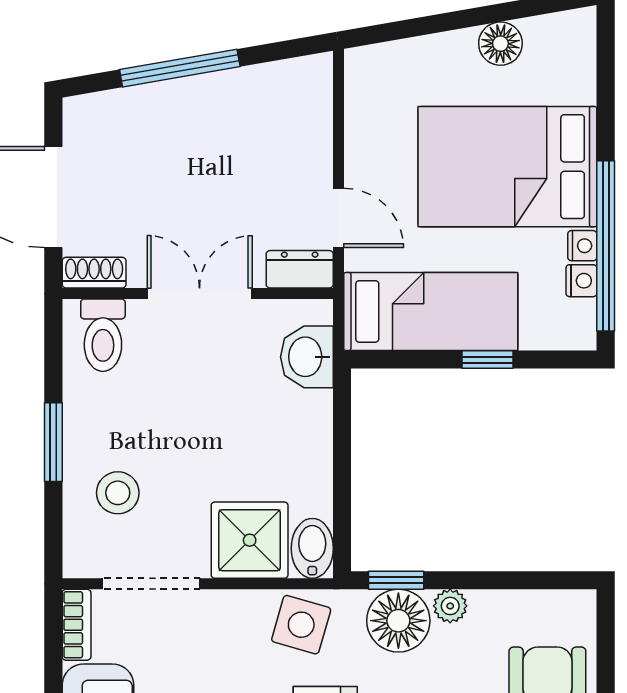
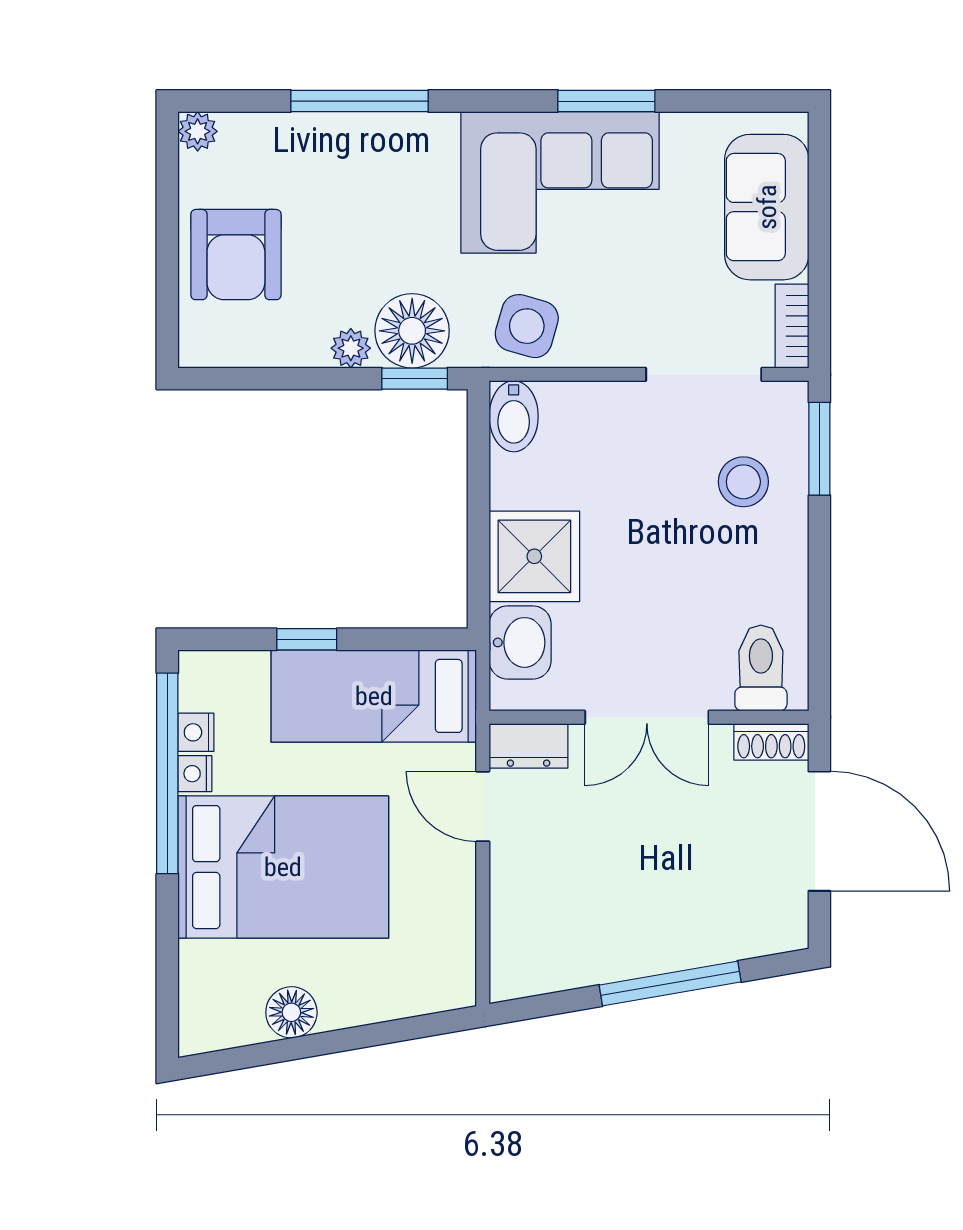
window: (53, 442) -> (819, 449), moved
shower: (250, 540) -> (534, 556), moved

